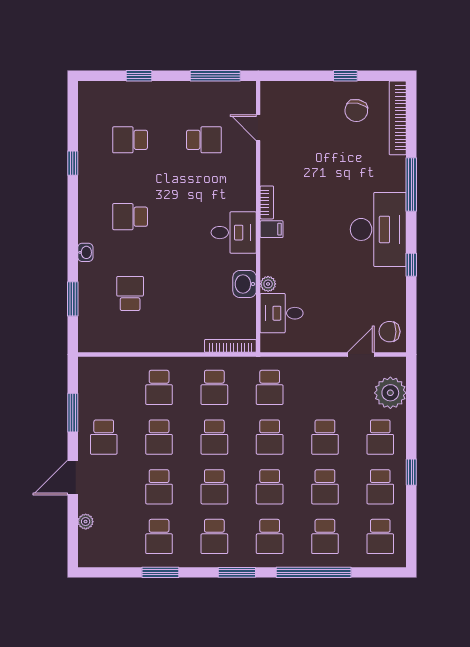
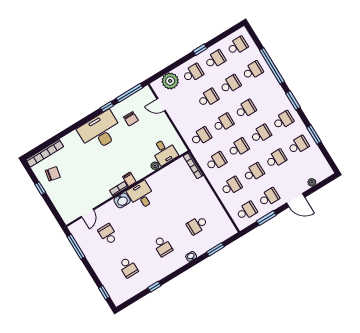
window: (139, 76) -> (104, 293), moved
window: (411, 185) -> (129, 93), moved
washbasin: (245, 284) -> (122, 200), moved
chair: (390, 332) -> (131, 119), moved
school desk: (270, 536) -> (247, 211), moved

